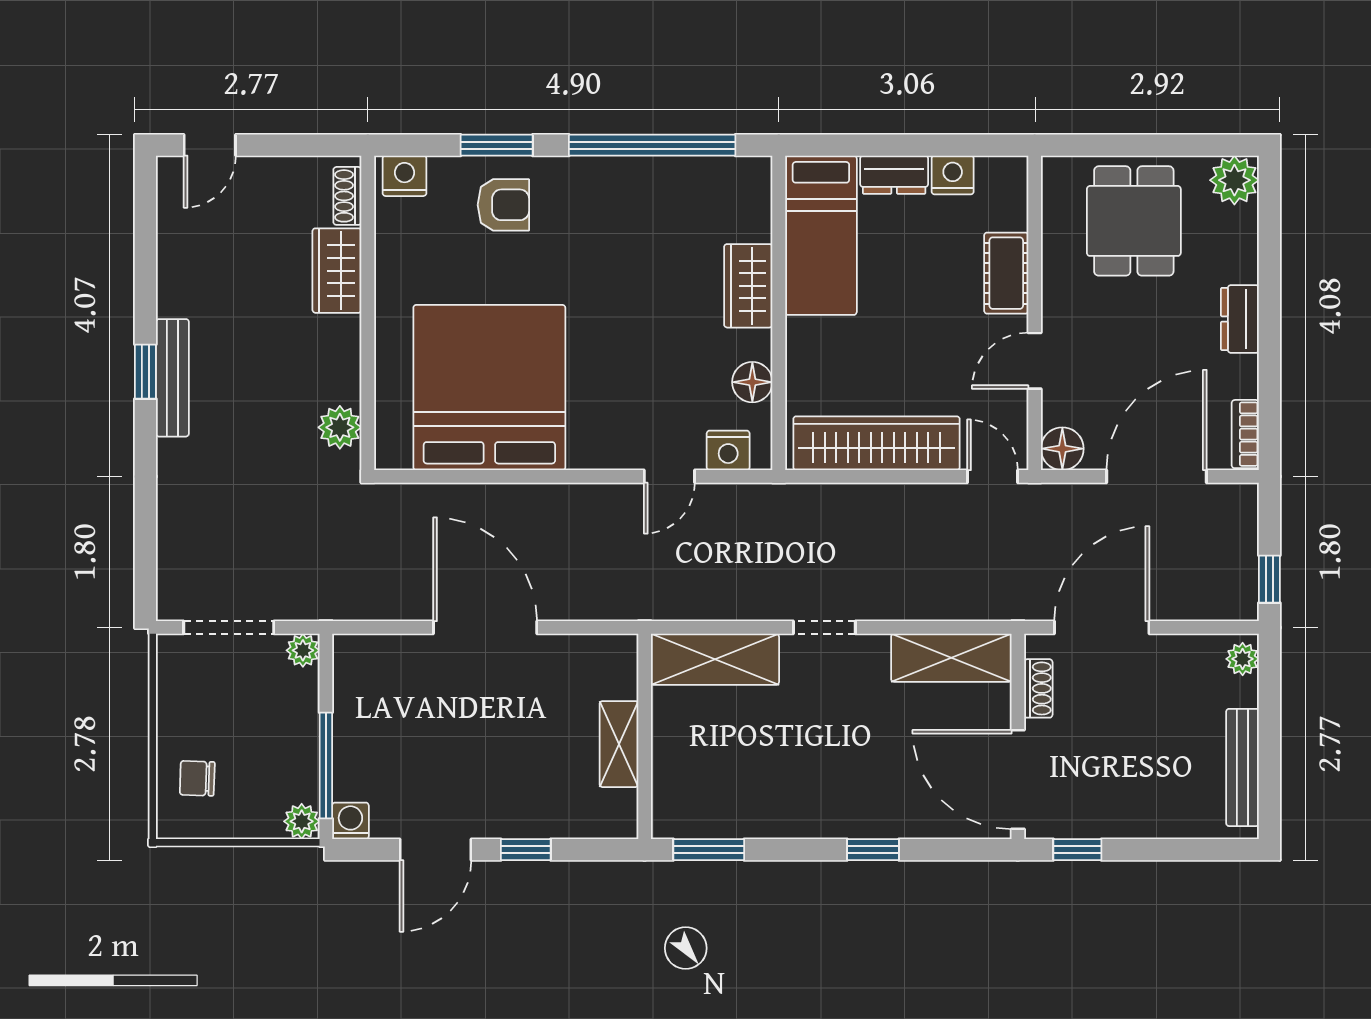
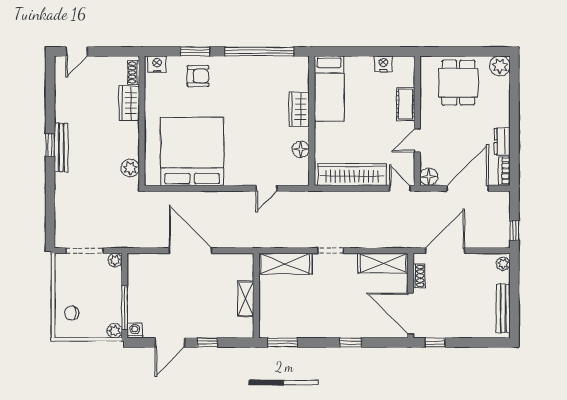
dresser: (894, 175) -> (359, 64), removed
dresser: (1240, 319) -> (502, 141), moved
nightstand: (728, 450) -> (291, 178), removed

